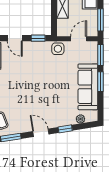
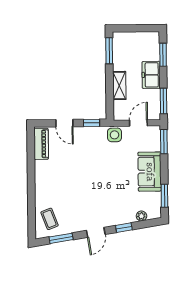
window: (101, 82) -> (164, 196), moved
sofa: (88, 87) -> (150, 172), width x0.73
door: (41, 133) -> (96, 232), swing flipped

